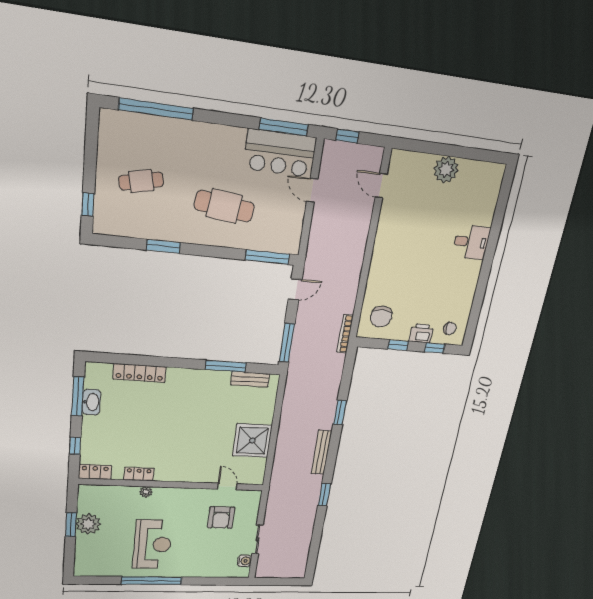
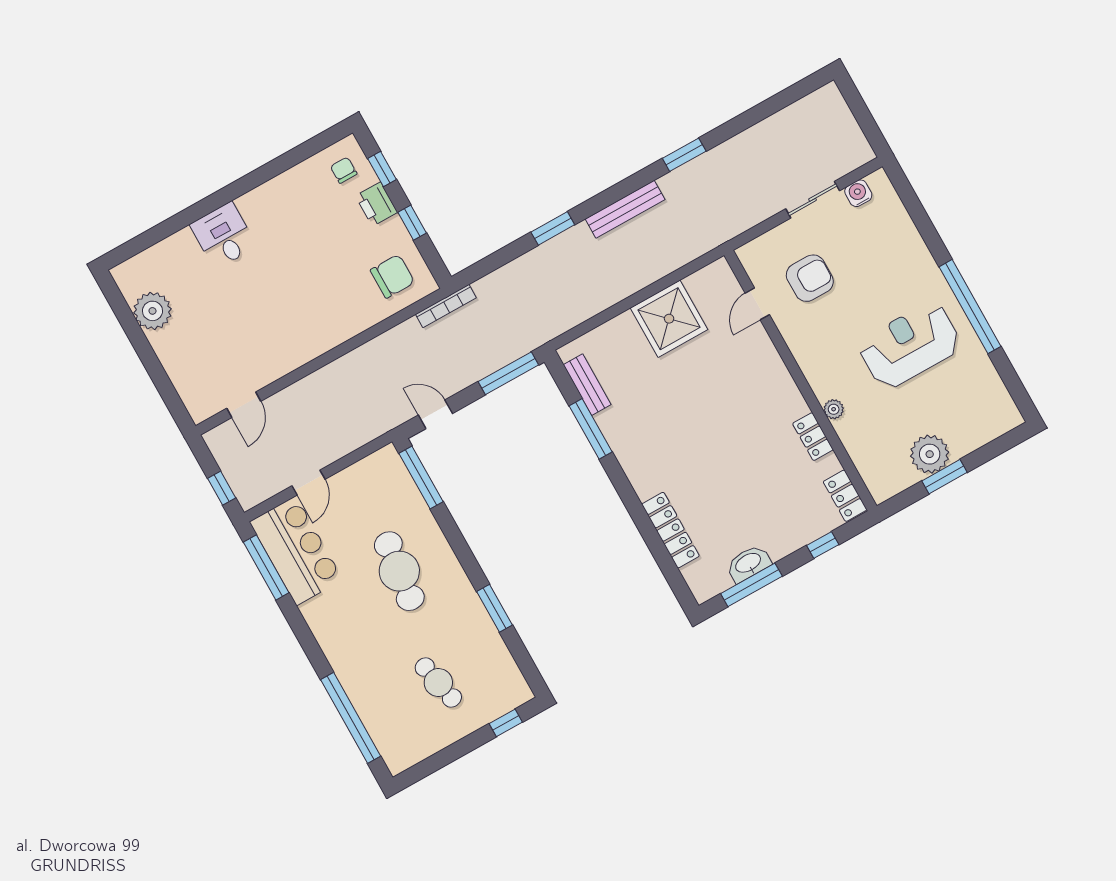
plant: (446, 169) -> (152, 311), moved

